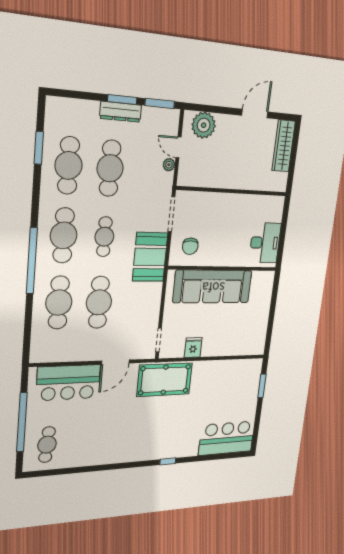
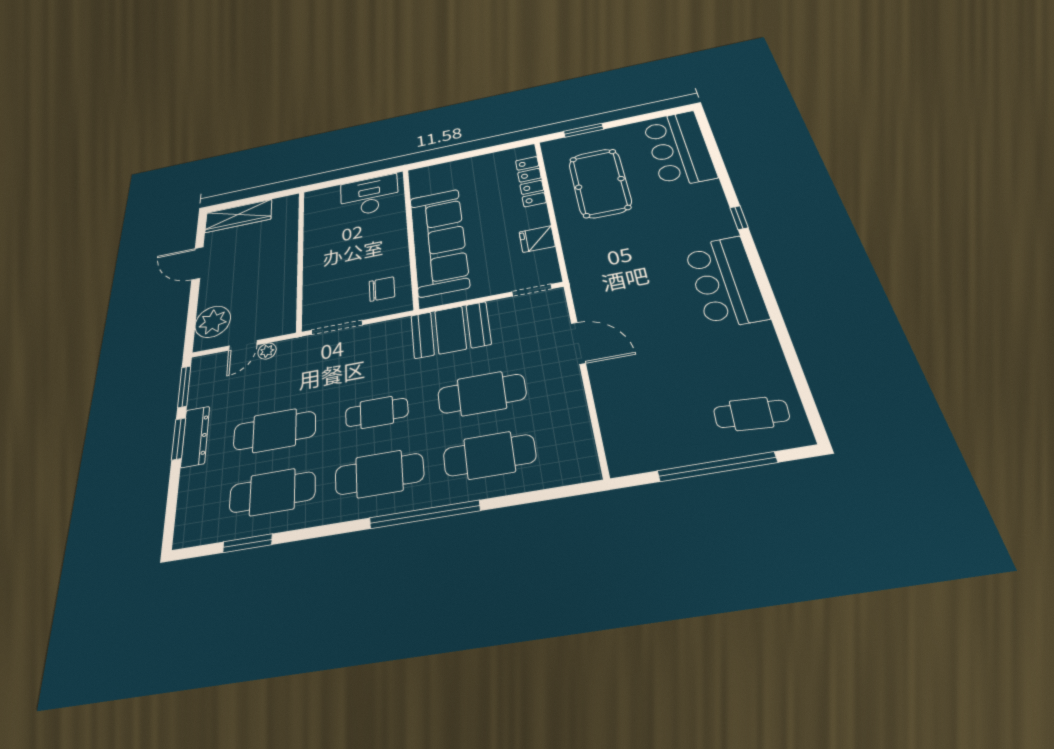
booth: (150, 257) -> (450, 330), moved
locker: (236, 349) -> (531, 181), added
pool table: (165, 380) -> (600, 183), moved
bar counter: (68, 383) -> (725, 282), moved, turned 180

